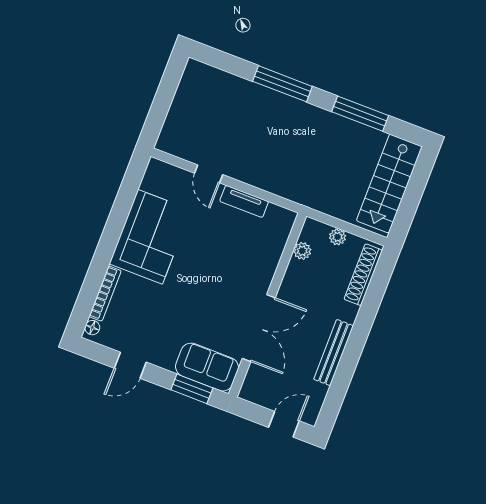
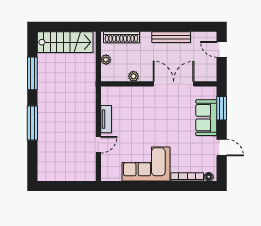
plant: (302, 251) -> (133, 76), moved
sofa: (207, 367) -> (206, 118), moved

